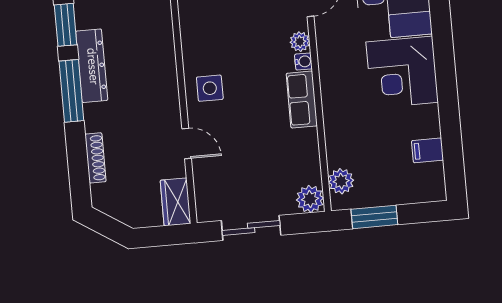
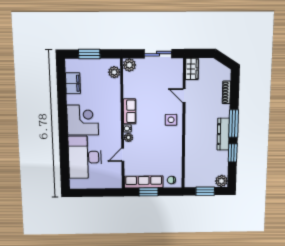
filing cabinet: (428, 150) -> (73, 83), width x2.00
window: (374, 217) -> (89, 54), moved

